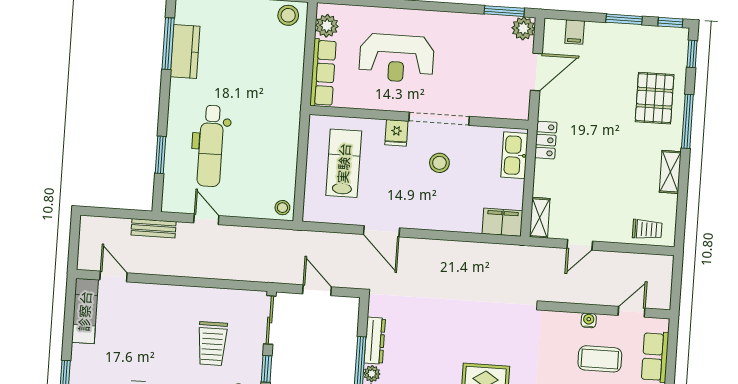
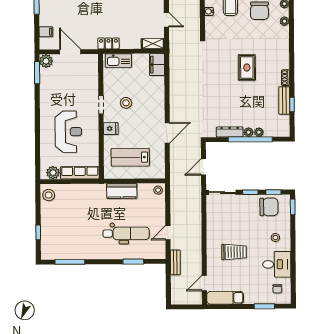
kitchen counter: (185, 52) -> (122, 191), moved, turned 180
doorway: (439, 119) -> (101, 105), width x0.53
trolley: (212, 344) -> (234, 252), moved

